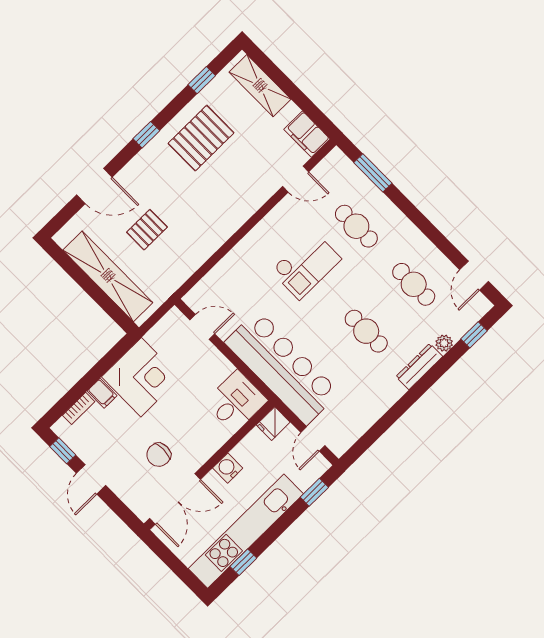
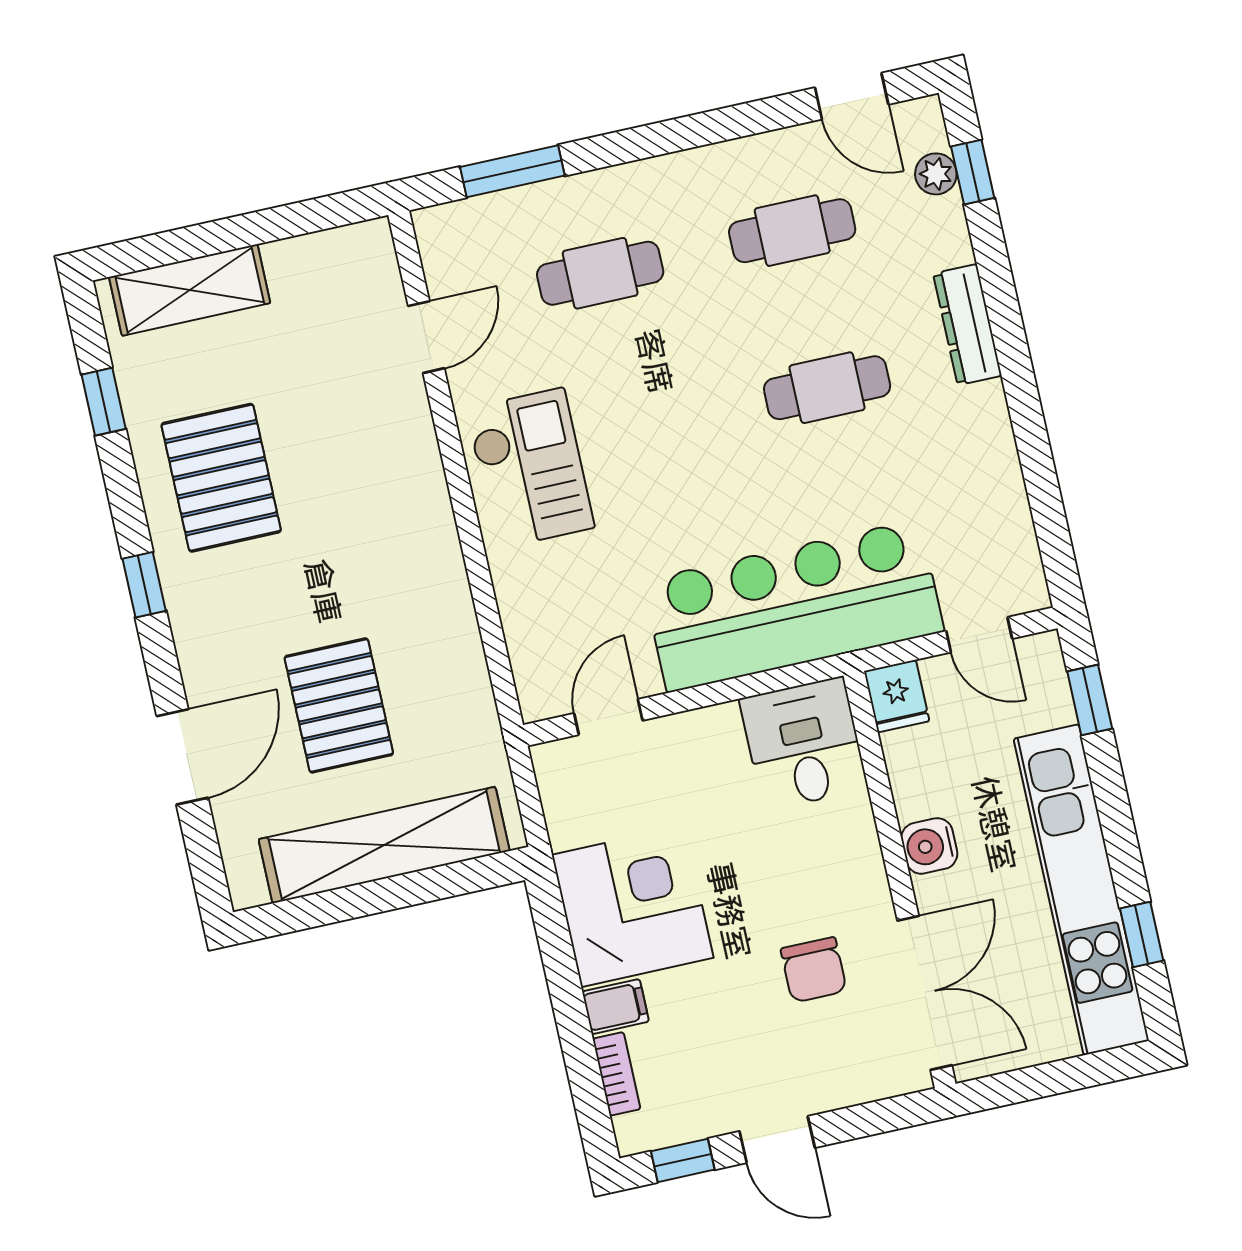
filing cabinet: (307, 134) -> (349, 256), removed
pallet: (147, 230) -> (339, 705), width x1.50, depth x1.42
checkout: (306, 265) -> (530, 468), moved
plant: (444, 343) -> (936, 174), moved

